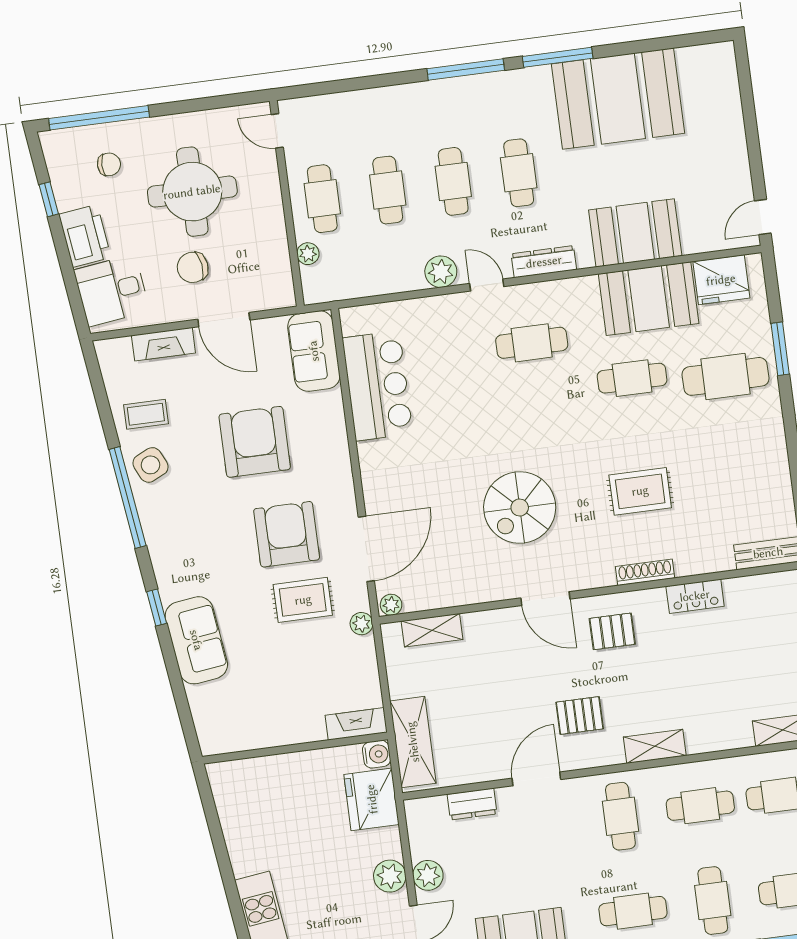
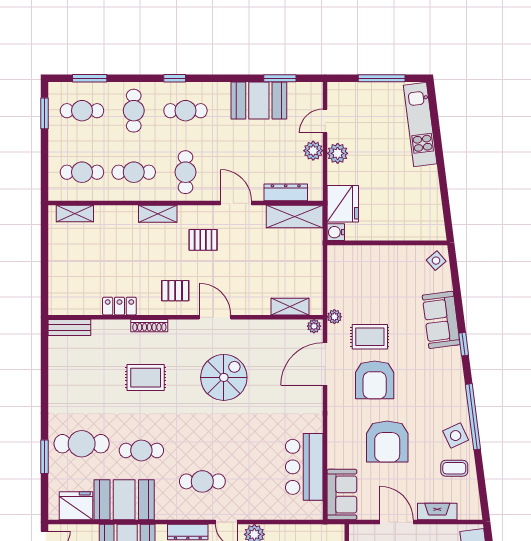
fireplace: (356, 724) -> (346, 253), removed
side table: (216, 731) -> (436, 261), added
shelving: (413, 742) -> (295, 217), moved, turned 90
door: (536, 779) -> (236, 203), swing flipped
dresser: (472, 804) -> (286, 192), width x1.44

